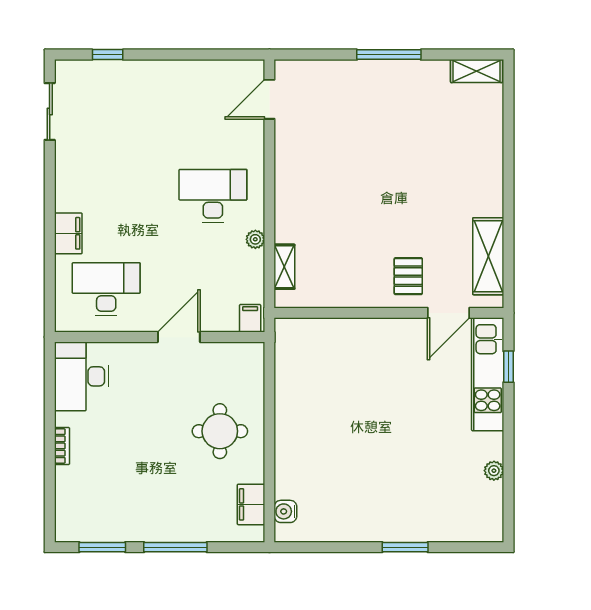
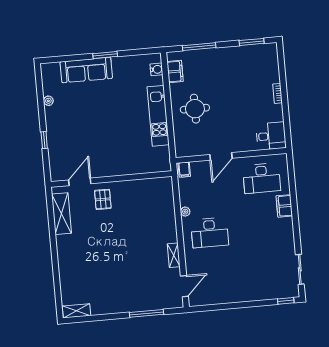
window: (108, 55) -> (286, 301), moved
window: (389, 55) -> (147, 313), moved
shelving: (284, 267) -> (174, 255), moved
window: (508, 367) -> (44, 140), moved
kitchen unit: (488, 374) -> (158, 116), moved, turned 180
desk: (82, 376) -> (271, 136), width x0.73
sofa: (418, 522) -> (86, 70), added
window: (175, 547) -> (199, 47), moved
window: (405, 547) -> (105, 55), moved

